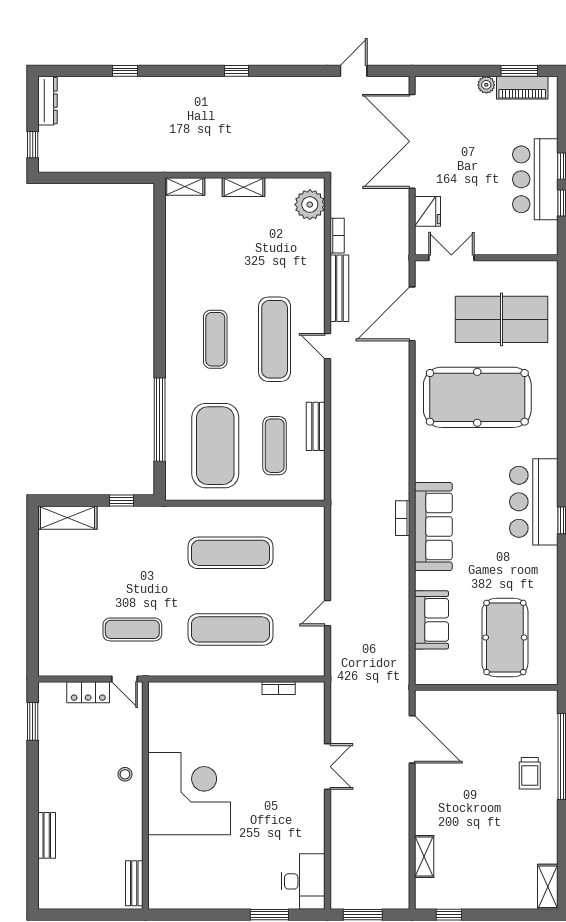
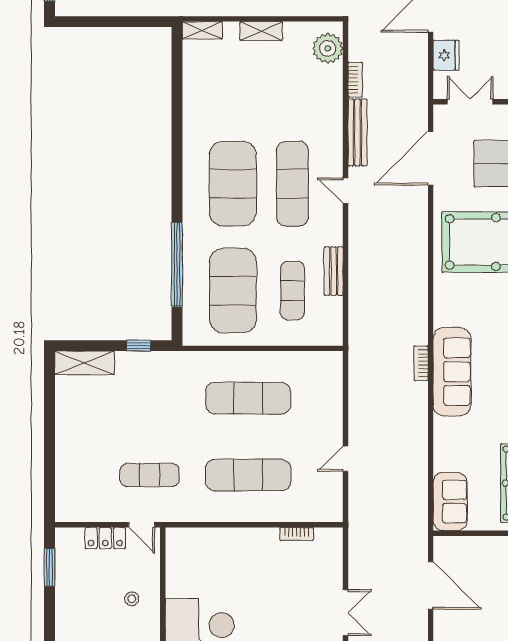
exercise mat: (215, 339) -> (233, 184), width x2.00, depth x1.45
sofa: (432, 620) -> (450, 501), moved
stool: (125, 774) -> (132, 599), moved

